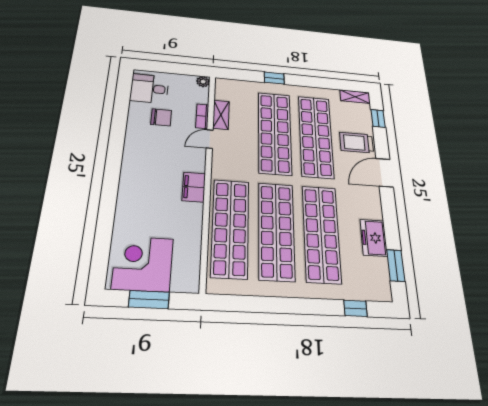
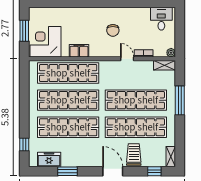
window: (274, 78) -> (180, 100), width x2.17
shelving: (221, 115) -> (165, 65), moved
chair: (161, 117) -> (113, 30), moved
filing cabinet: (194, 187) -> (79, 51), moved
freezer: (374, 238) -> (49, 159), moved
corner desk: (143, 264) -> (46, 42), moved, turned -90
window: (396, 266) -> (67, 171), moved

